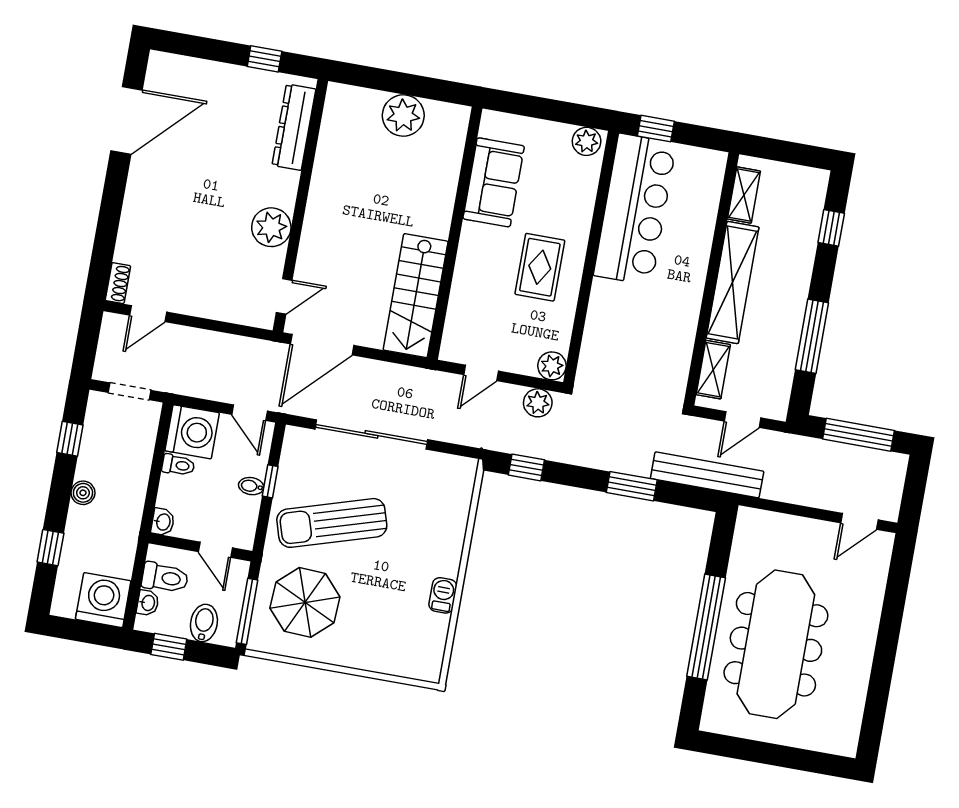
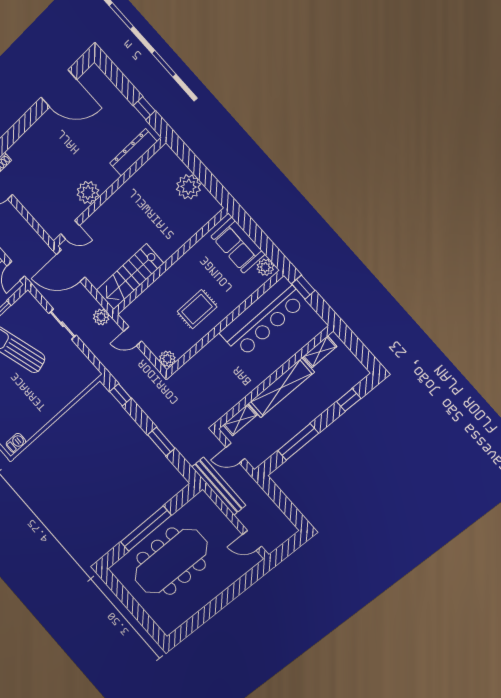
sofa: (494, 182) -> (238, 245), moved, turned 90
plant: (538, 403) -> (101, 317), moved
sliding door: (371, 434) -> (63, 324), width x0.54
window: (858, 435) -> (283, 503), removed
bench: (707, 475) -> (219, 486), moved
barbecue: (443, 595) -> (16, 443), moved

